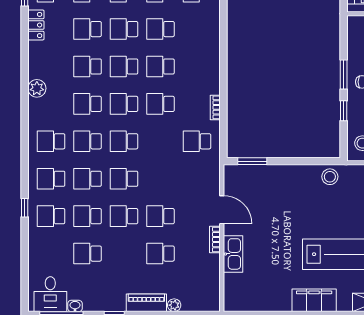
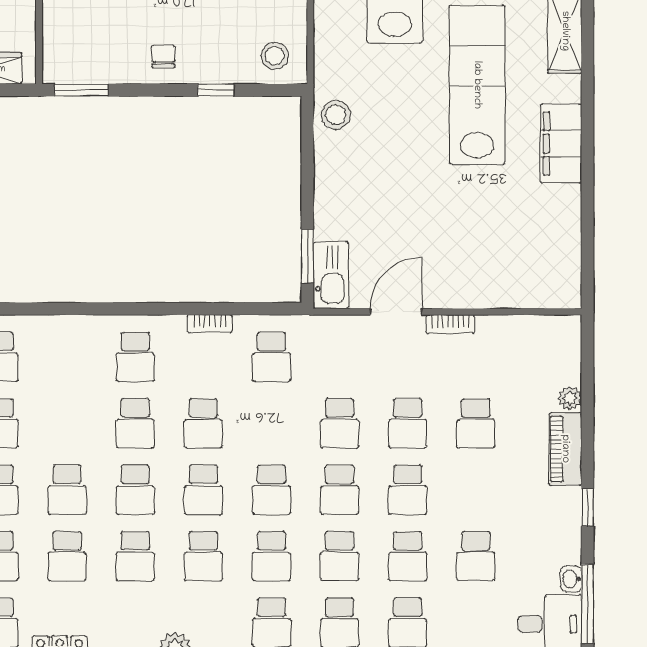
school desk: (161, 29) -> (135, 357), moved
window: (344, 74) -> (81, 90), moved
school desk: (161, 179) -> (340, 423), added
kitchen sink: (233, 254) -> (331, 275), moved, turned 90

